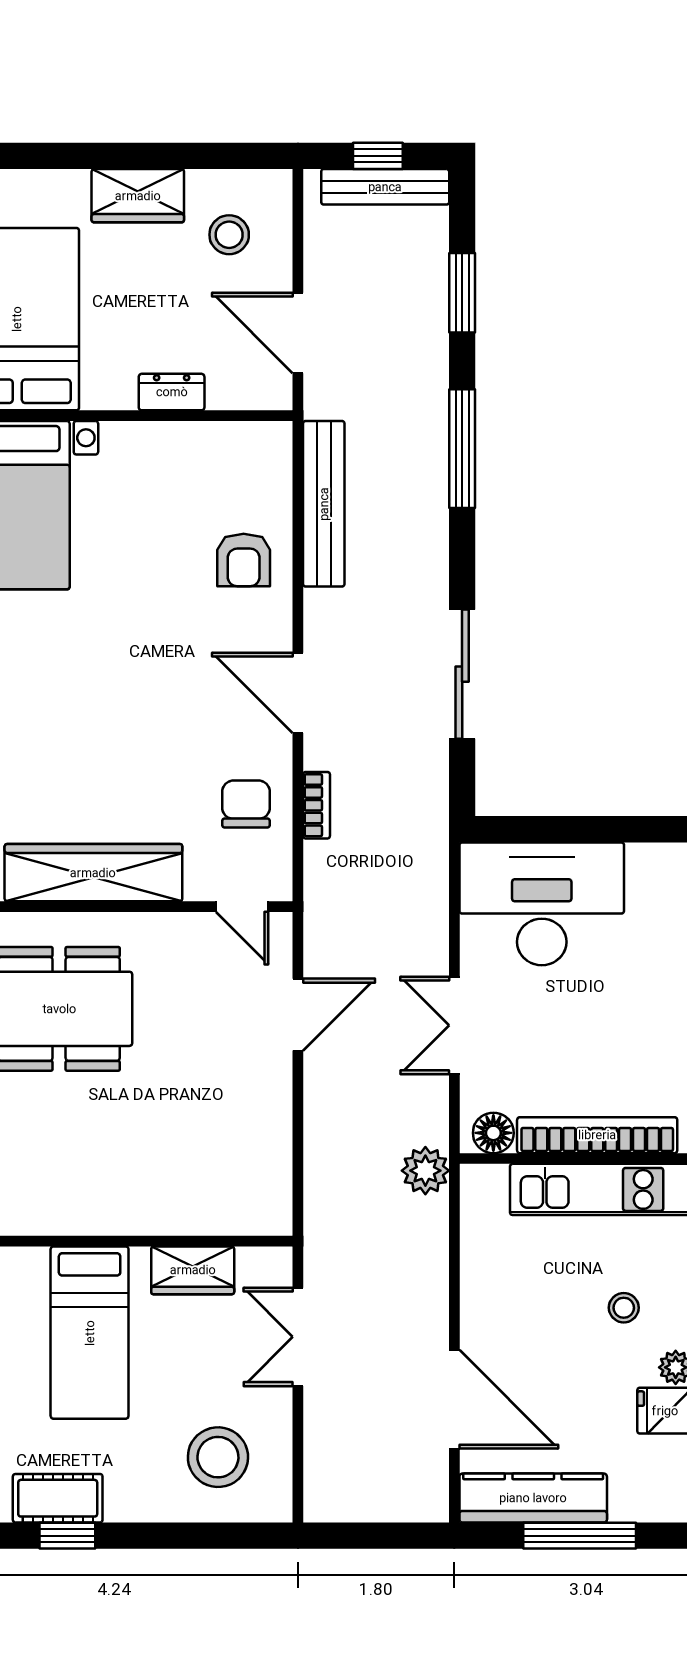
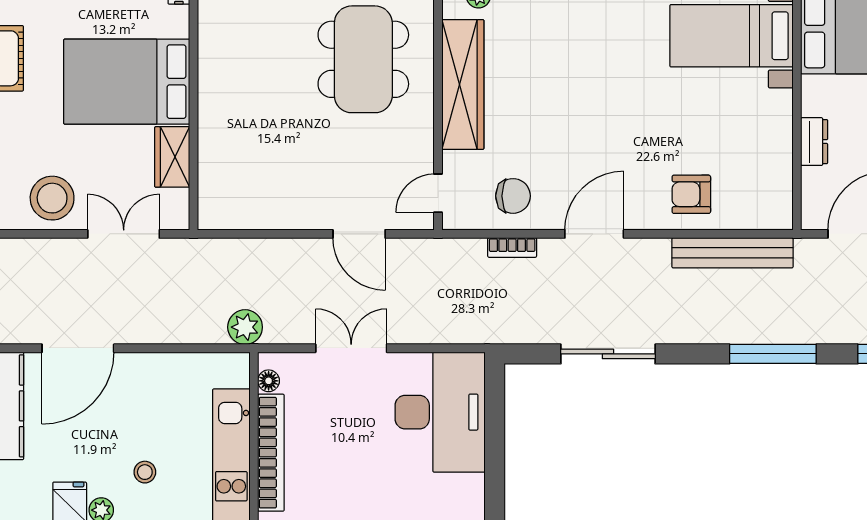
floor lamp: (493, 1133) -> (269, 381), width x0.73, depth x0.73
bed: (90, 1333) -> (127, 82), width x1.50
stool: (218, 1457) -> (52, 198), moved

